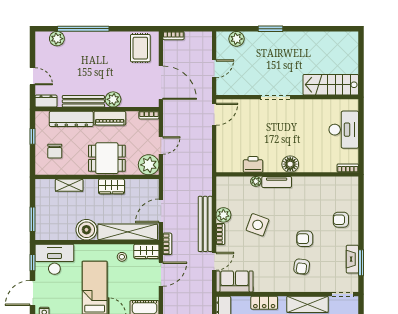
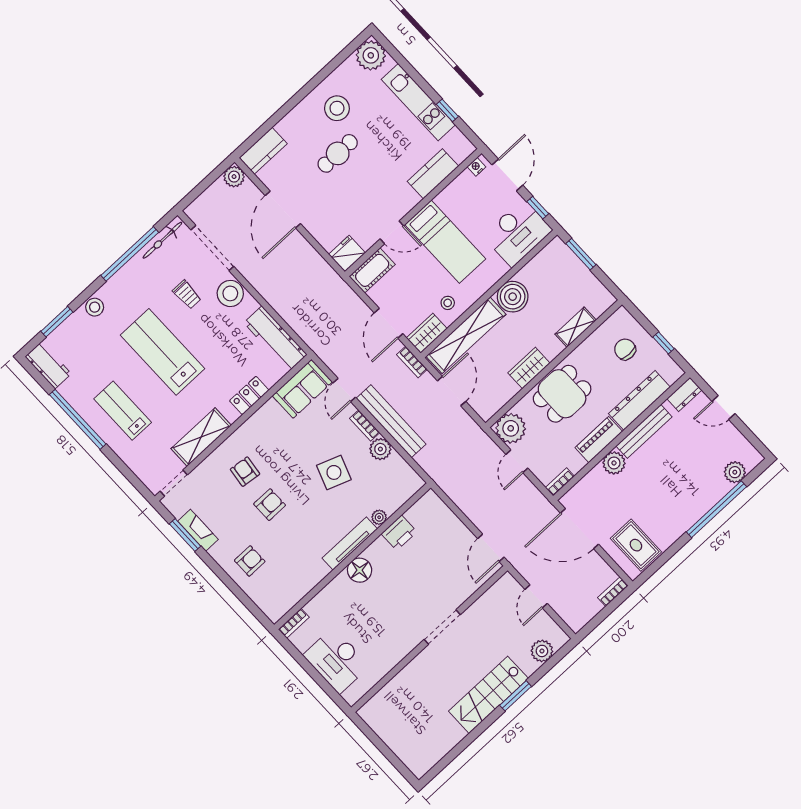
stairs: (331, 85) -> (488, 695), moved, turned 180
tv unit: (277, 182) -> (350, 543), width x1.41

